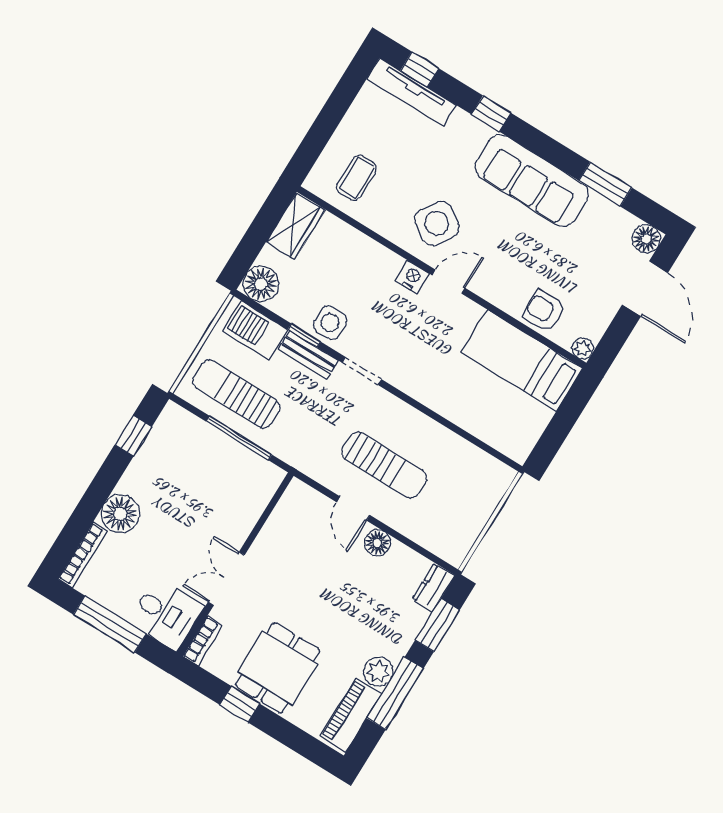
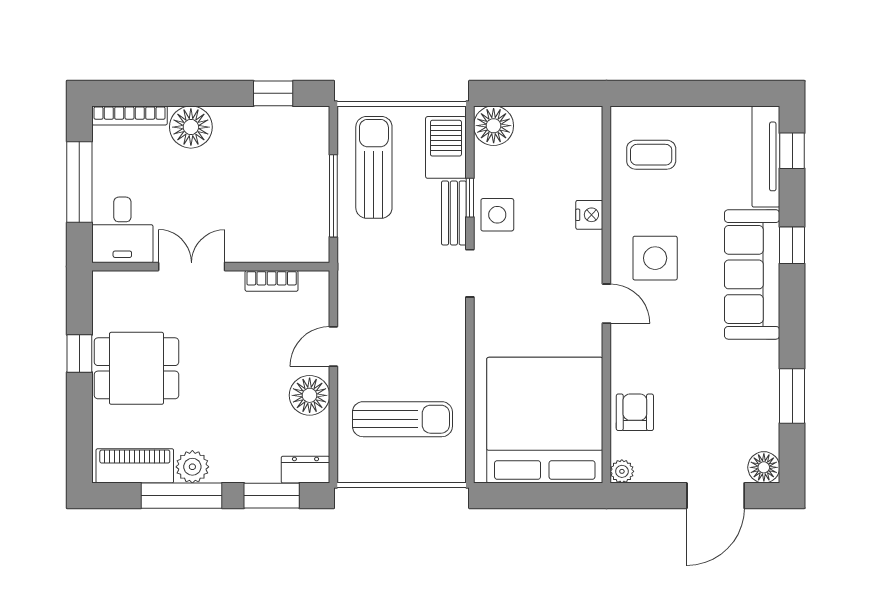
sofa: (532, 181) -> (752, 274), moved
side table: (437, 223) -> (655, 258), turned -34
wardrobe: (295, 226) -> (569, 125), removed
nightstand: (412, 277) -> (589, 215), moved
bed: (522, 360) -> (545, 420), width x2.04
sun lounger: (384, 465) -> (402, 419), moved, turned -90
floor lamp: (377, 543) -> (310, 395), width x1.38, depth x1.38
bookcase: (203, 641) -> (272, 281), moved

